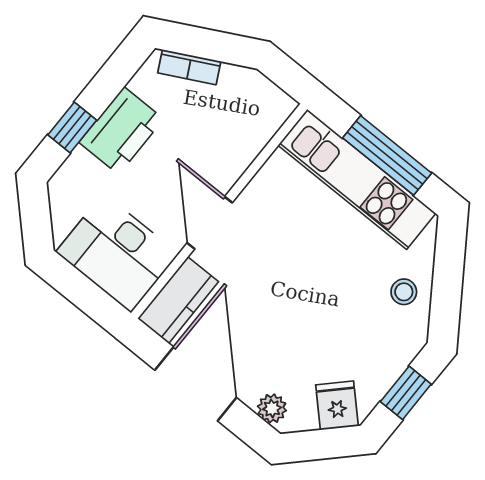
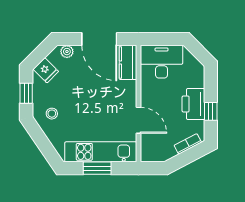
window: (72, 127) -> (211, 111), moved
window: (387, 155) -> (97, 168), width x0.69
door: (210, 223) -> (139, 120), moved
stool: (404, 292) -> (52, 114), moved

